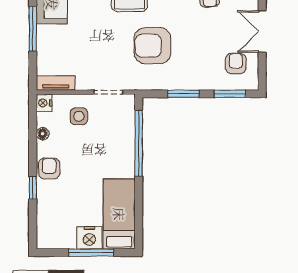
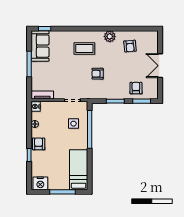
armchair: (153, 46) -> (98, 74), width x0.53, depth x0.53
armchair: (236, 63) -> (136, 88), moved
side table: (79, 116) -> (73, 124), moved
nightstand: (89, 238) -> (40, 183), moved

